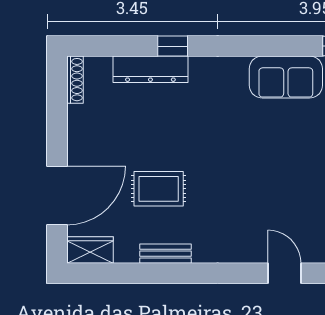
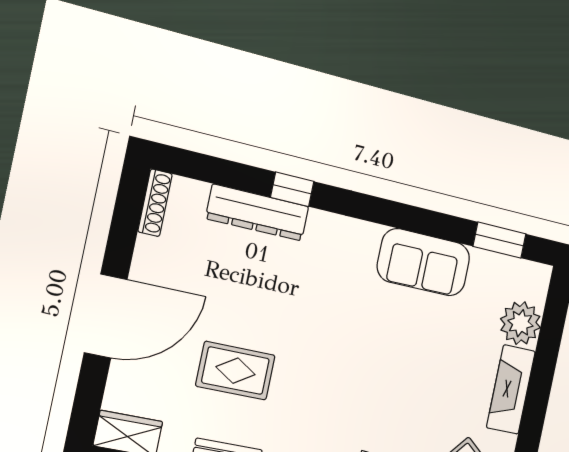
door: (57, 195) -> (106, 316), moved

